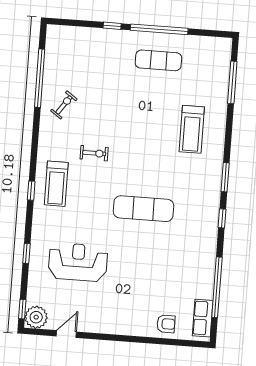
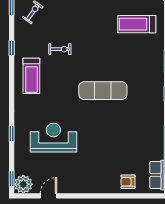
treadmill: (192, 129) -> (137, 24), turned 90
window: (31, 191) -> (12, 48), moved
armchair: (166, 324) -> (128, 182), turned 180

